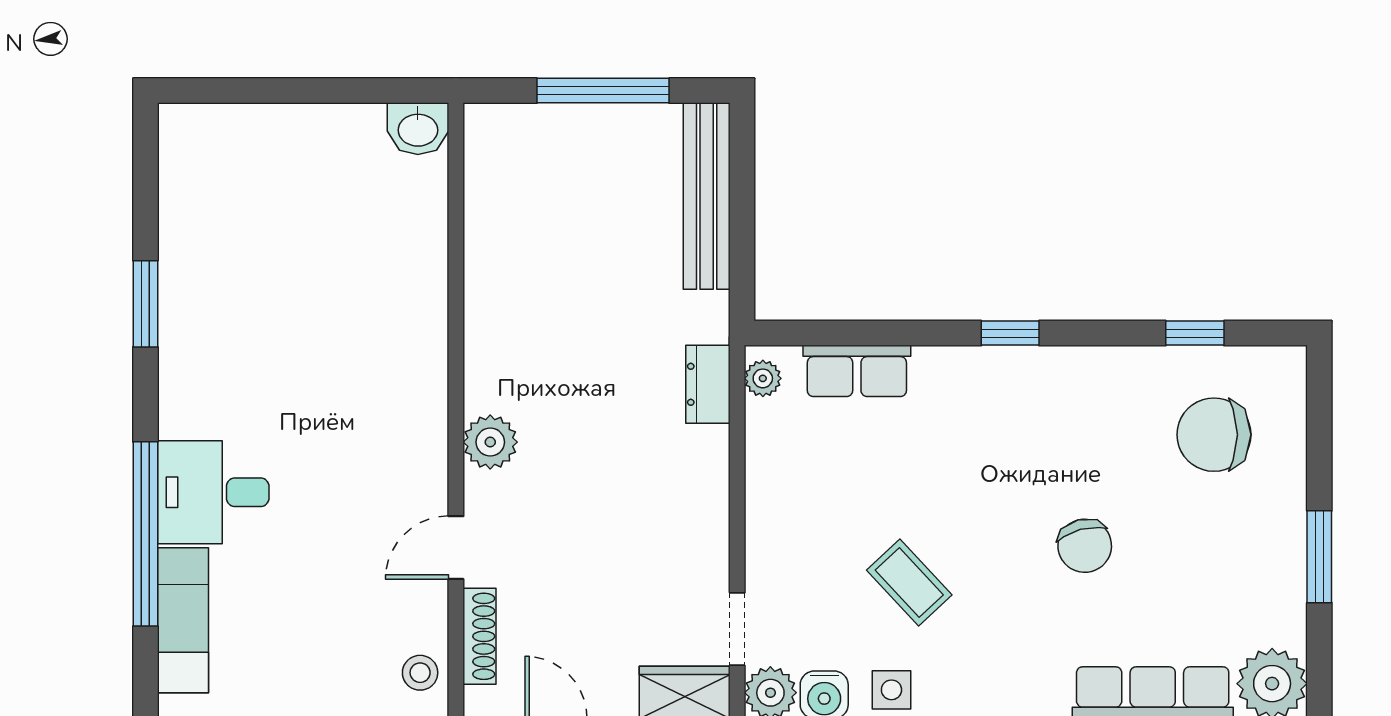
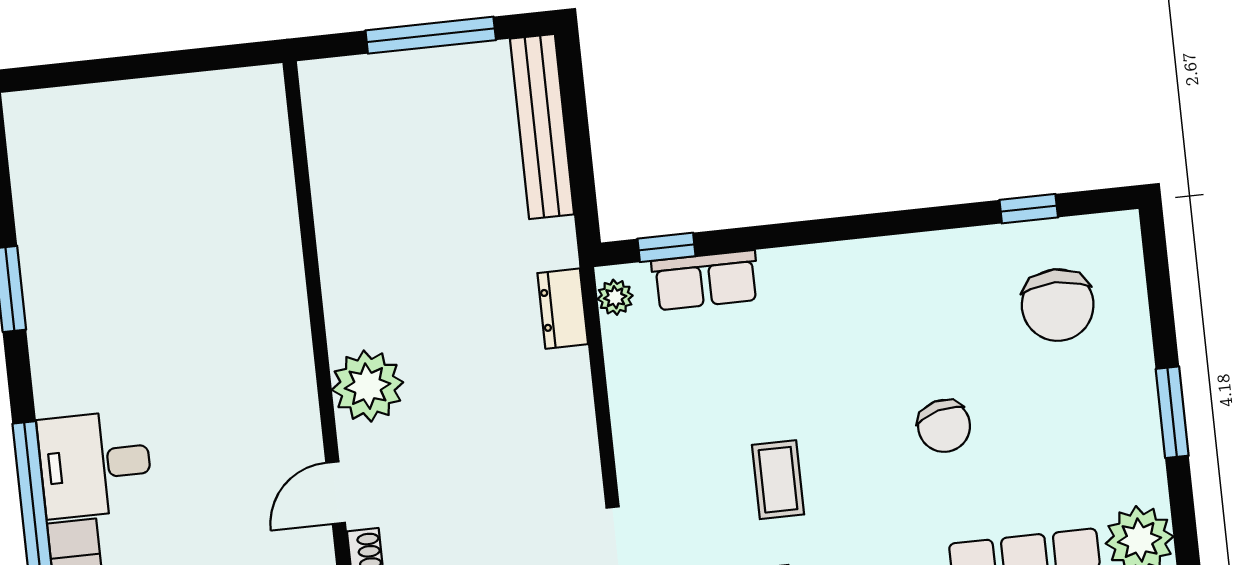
washbasin: (418, 129) -> (256, 91), removed
window: (1010, 333) -> (666, 247), moved
chair: (1214, 435) -> (1058, 305), turned -90
plant: (490, 442) -> (367, 386), width x1.36, depth x1.36
coffee table: (909, 583) -> (778, 480), turned 43

